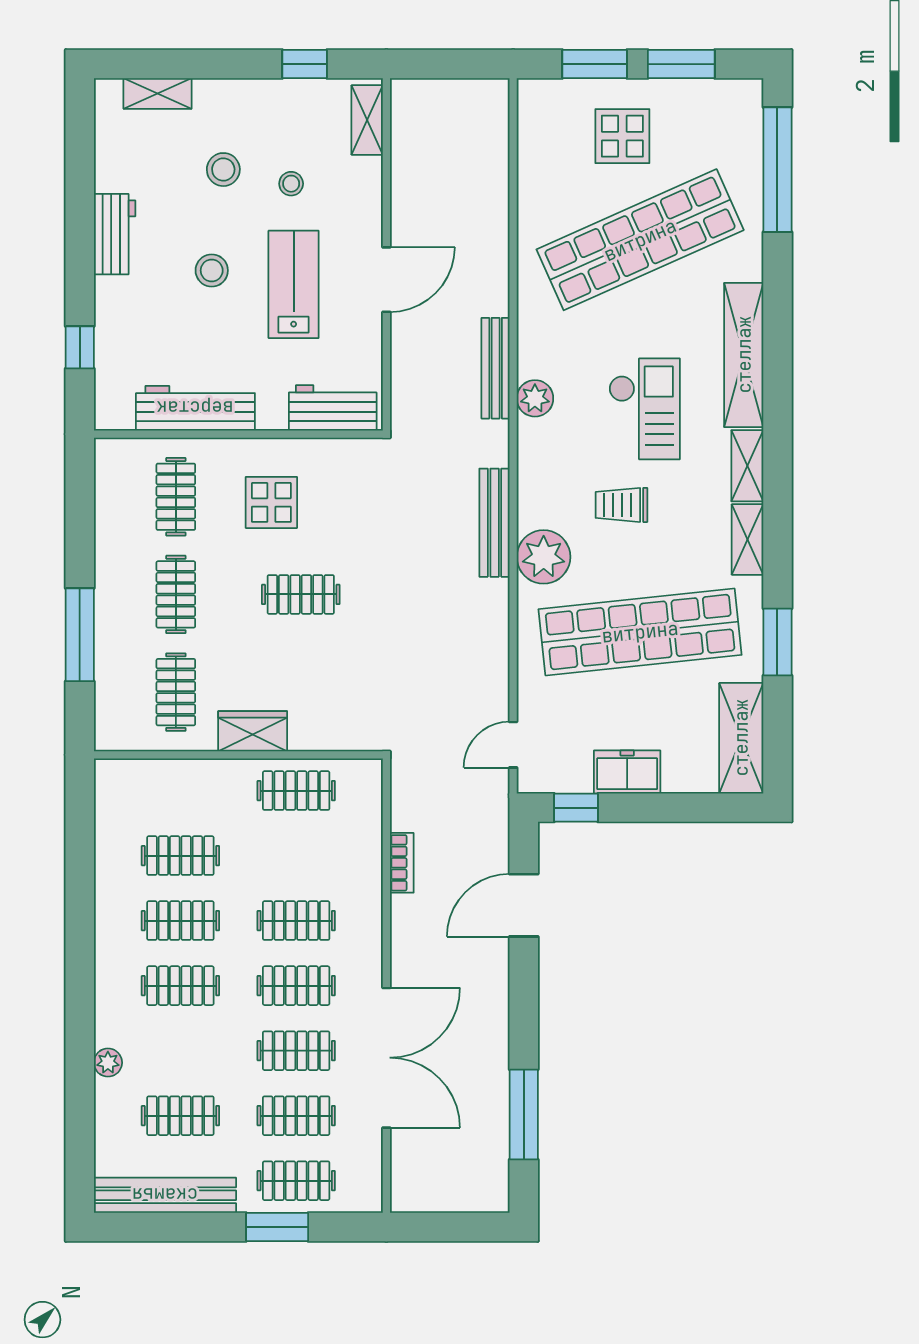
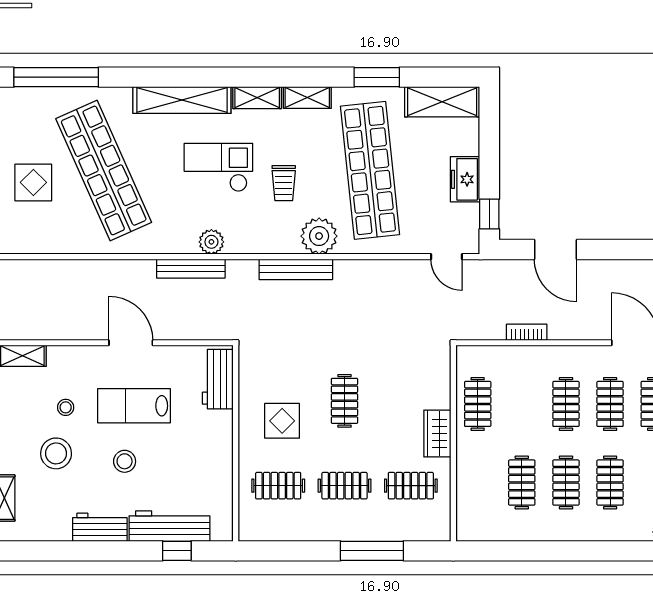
stool: (223, 170) -> (56, 453), width x1.38, depth x1.38
workbench: (195, 408) -> (169, 526), moved, turned 90

